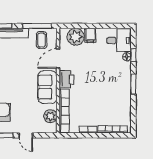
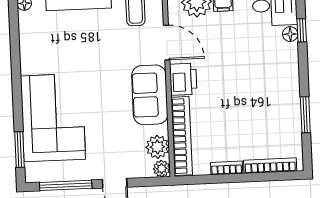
door: (58, 59) -> (167, 43), swing flipped
window: (133, 84) -> (305, 115), moved
plant: (52, 128) -> (162, 169), added

